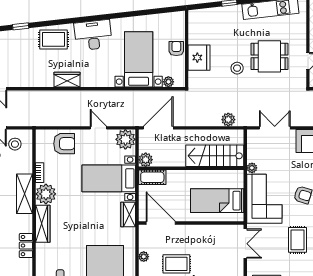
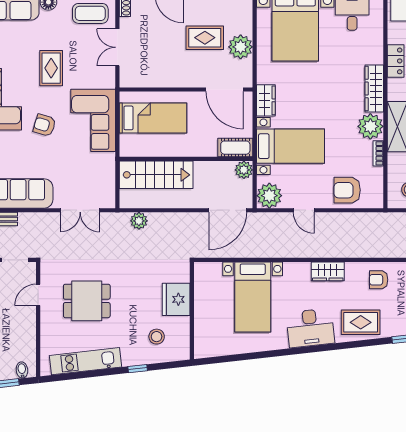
armchair: (176, 49) -> (379, 280), moved, turned 90
stool: (237, 68) -> (157, 337), moved
wardrobe: (67, 80) -> (328, 271), moved
plant: (168, 82) -> (215, 269), removed
plant: (252, 168) -> (109, 159), removed
double door: (245, 244) -> (117, 47), moved
plant: (144, 257) -> (241, 47), width x1.88, depth x1.88

